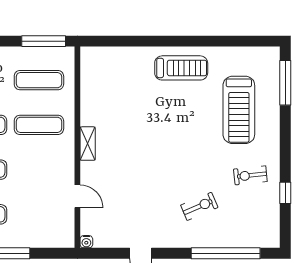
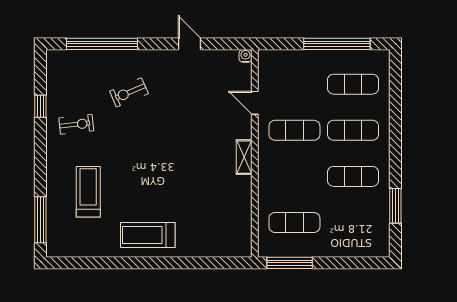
treadmill: (239, 110) -> (88, 192), width x0.73, depth x0.73
exercise mat: (39, 125) -> (294, 130), moved

